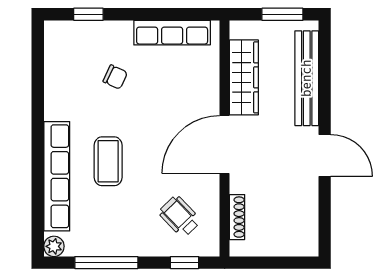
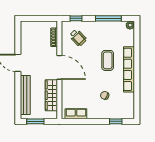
row of seats: (172, 33) -> (76, 114), width x0.68
door: (225, 144) -> (59, 67), hinge flipped
row of seats: (57, 176) -> (129, 69), moved

